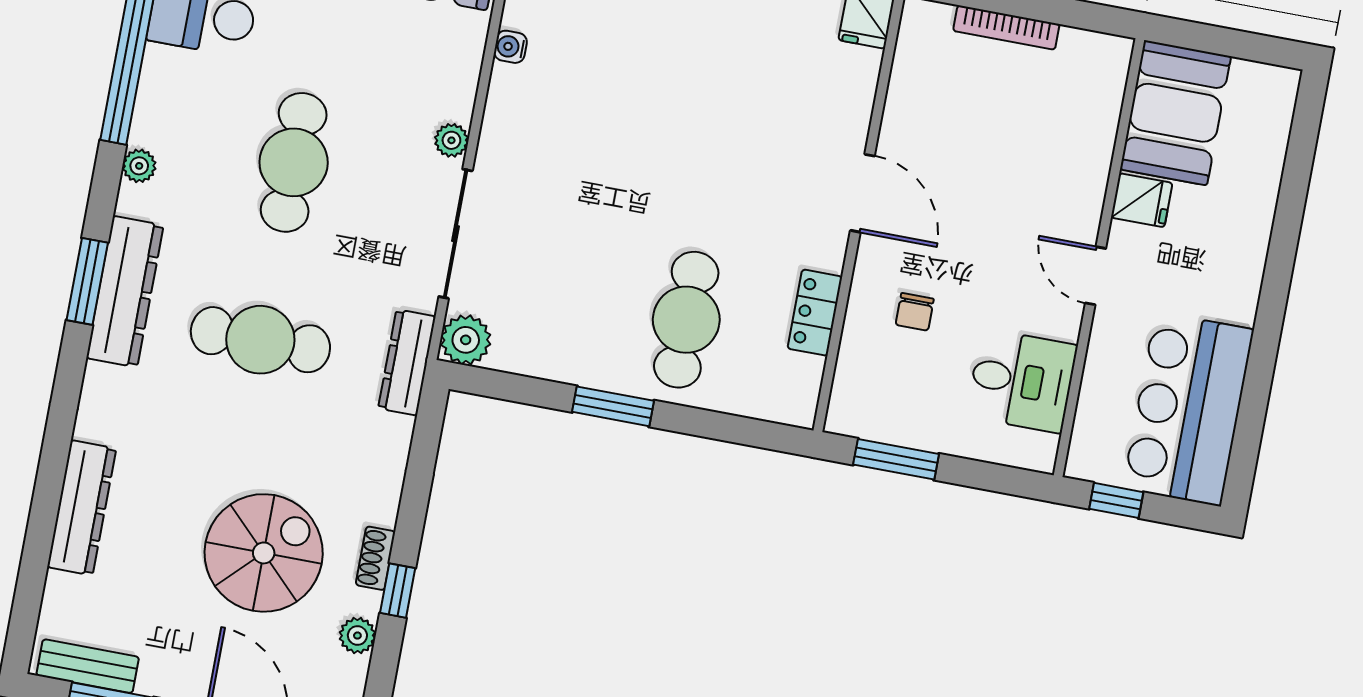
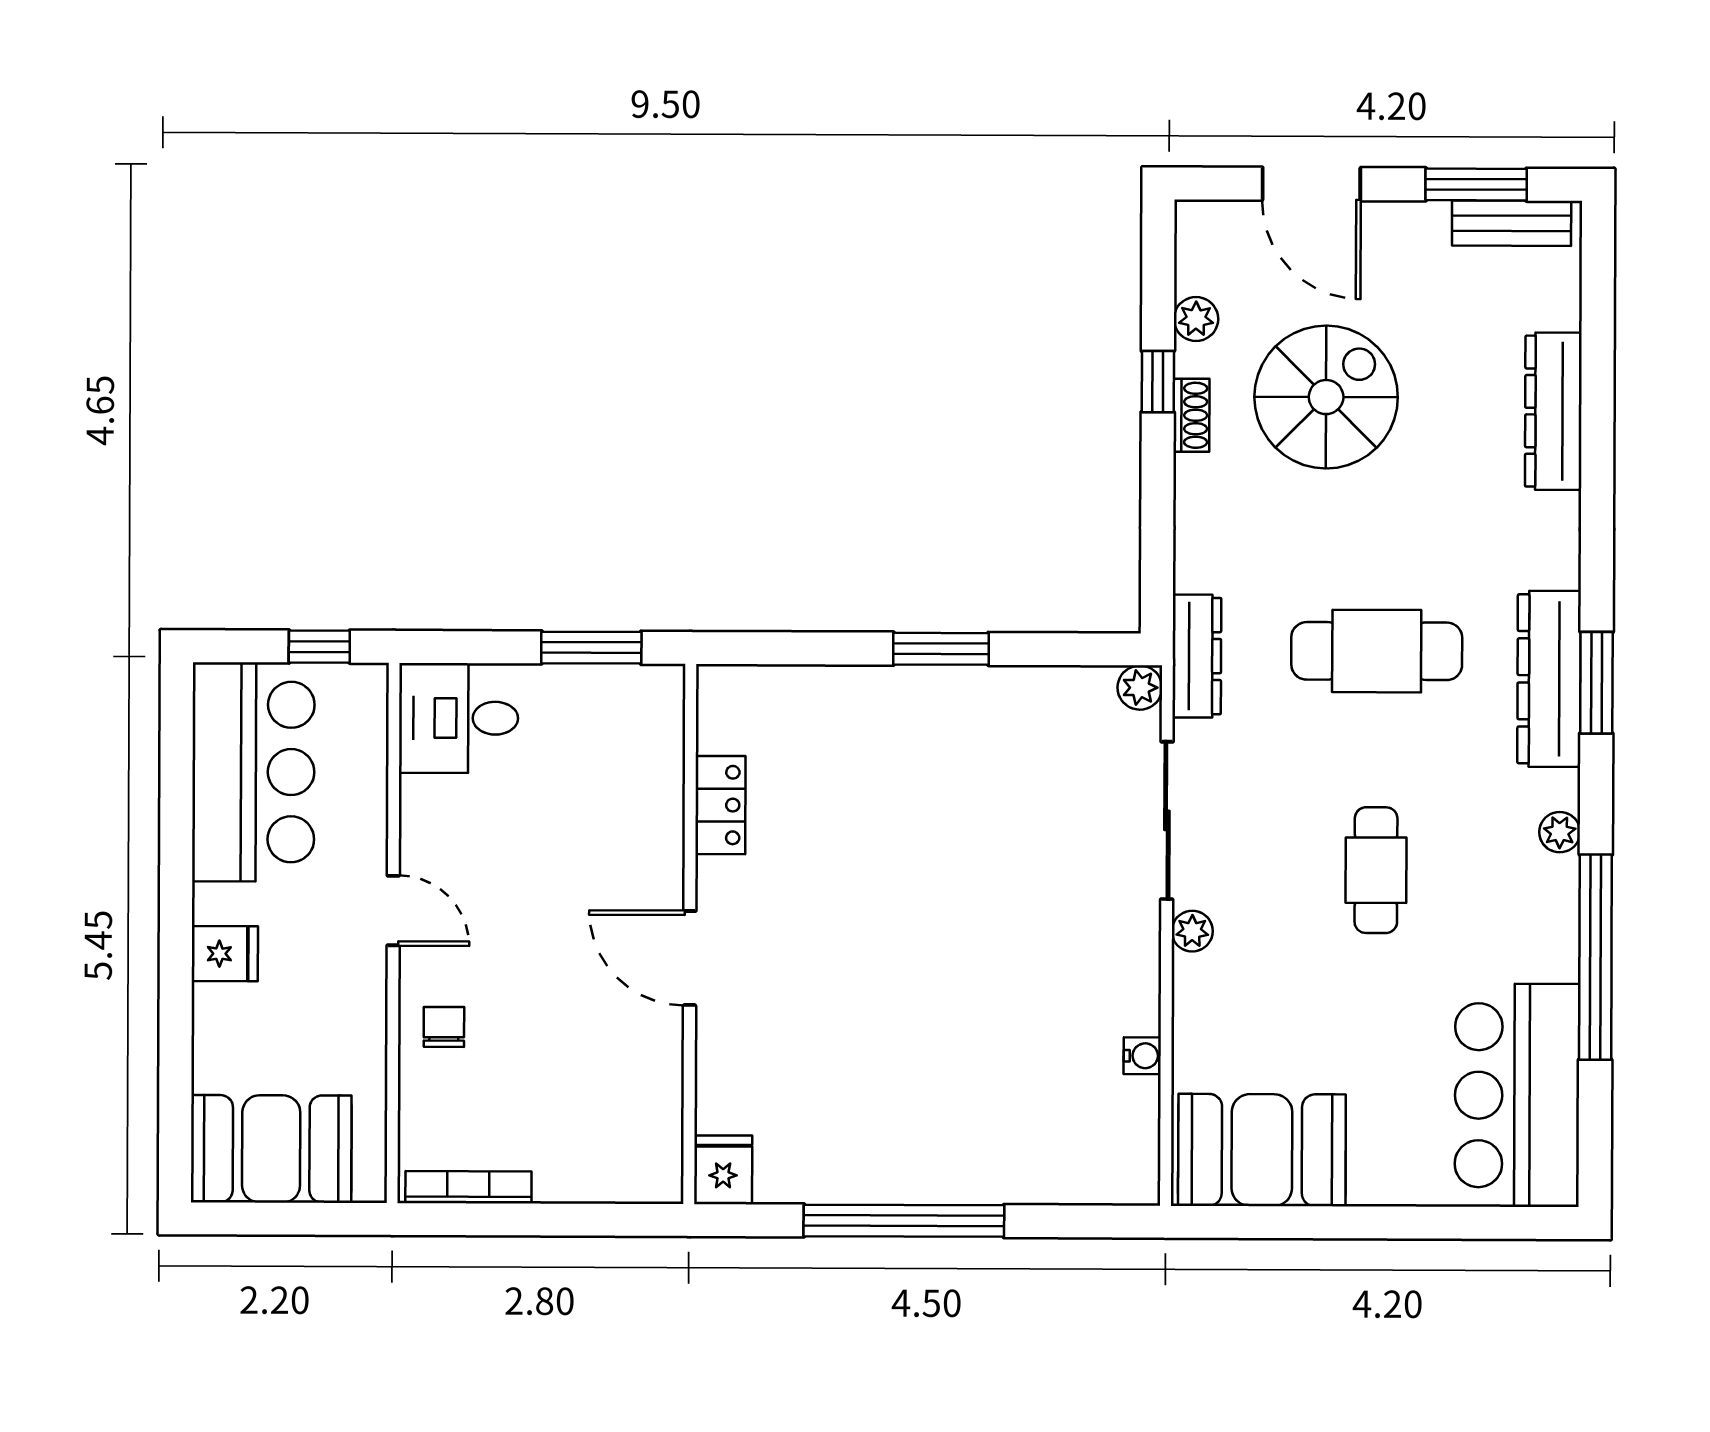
bookcase: (1006, 27) -> (468, 1187), moved
booth: (1175, 113) -> (271, 1149), moved, turned 90
cafe table: (294, 162) -> (1376, 870), width x0.73, depth x0.74
fridge: (1142, 200) -> (225, 954), moved, turned 180
chair: (915, 312) -> (444, 1027), moved
cafe table: (686, 320) -> (872, 768), removed
plant: (466, 340) -> (1140, 688), width x0.73, depth x0.73
desk: (1022, 381) -> (459, 718), moved
spiral stairs: (264, 553) -> (1326, 397), turned 180

